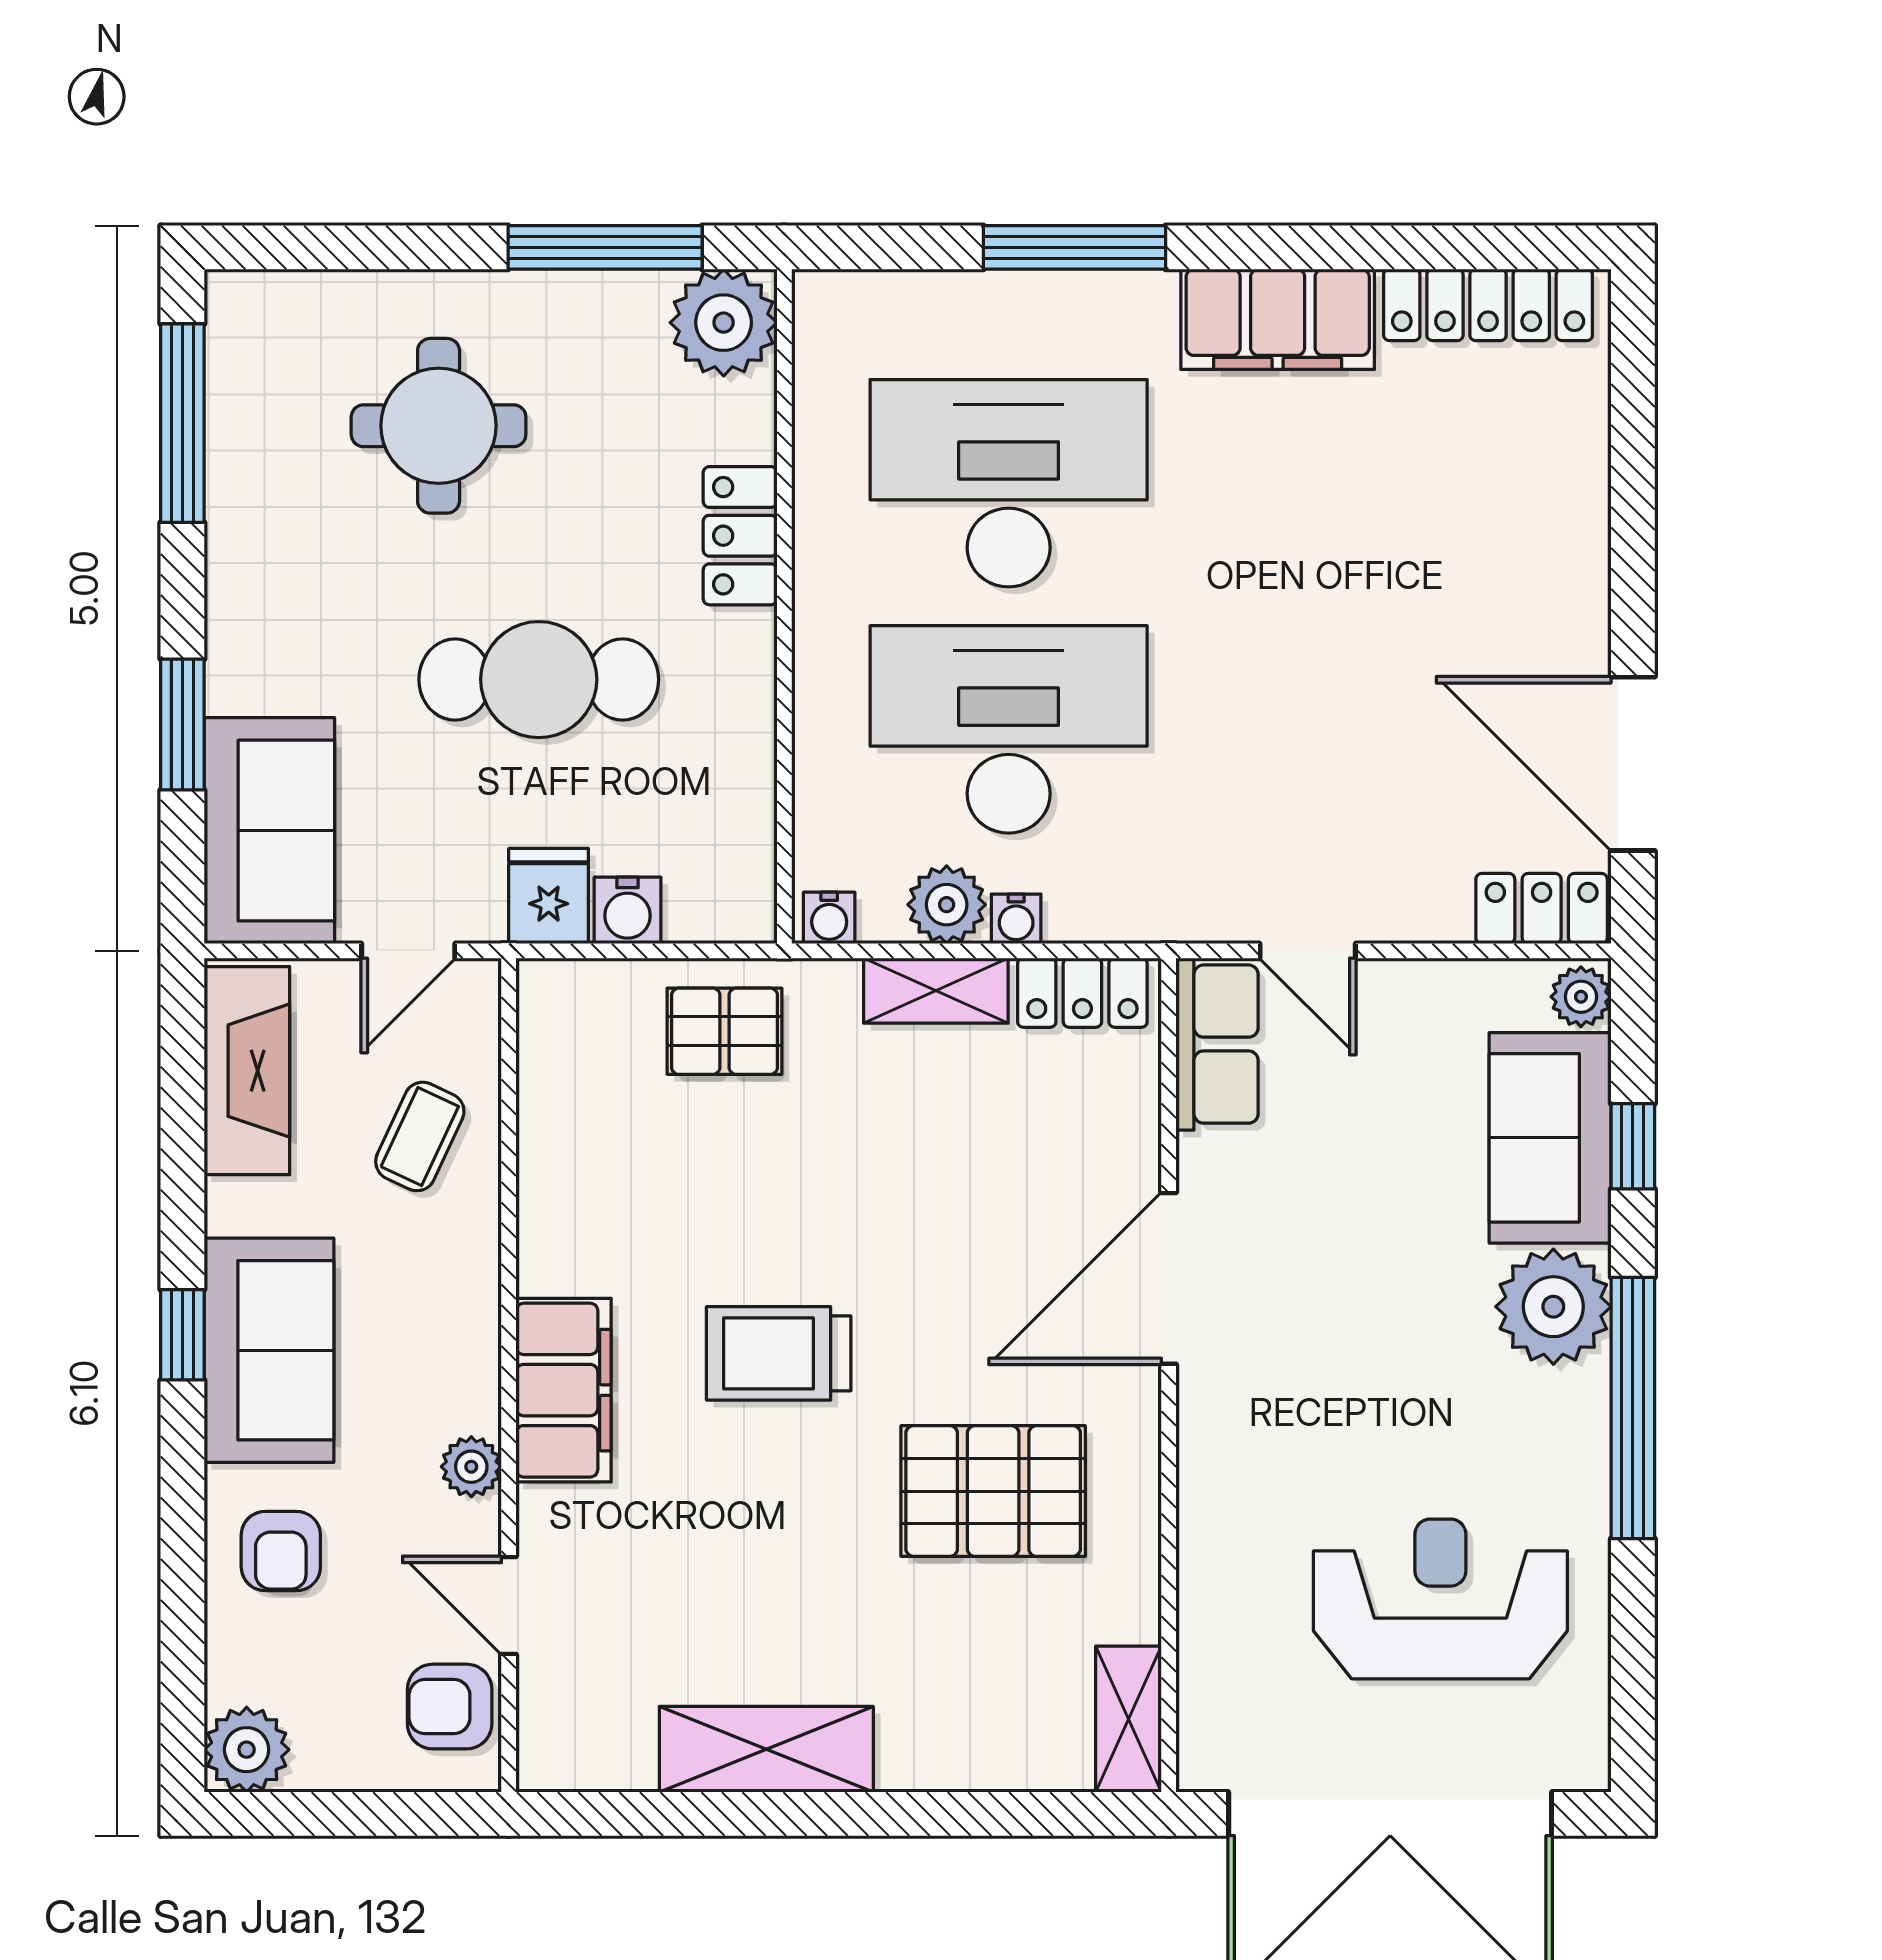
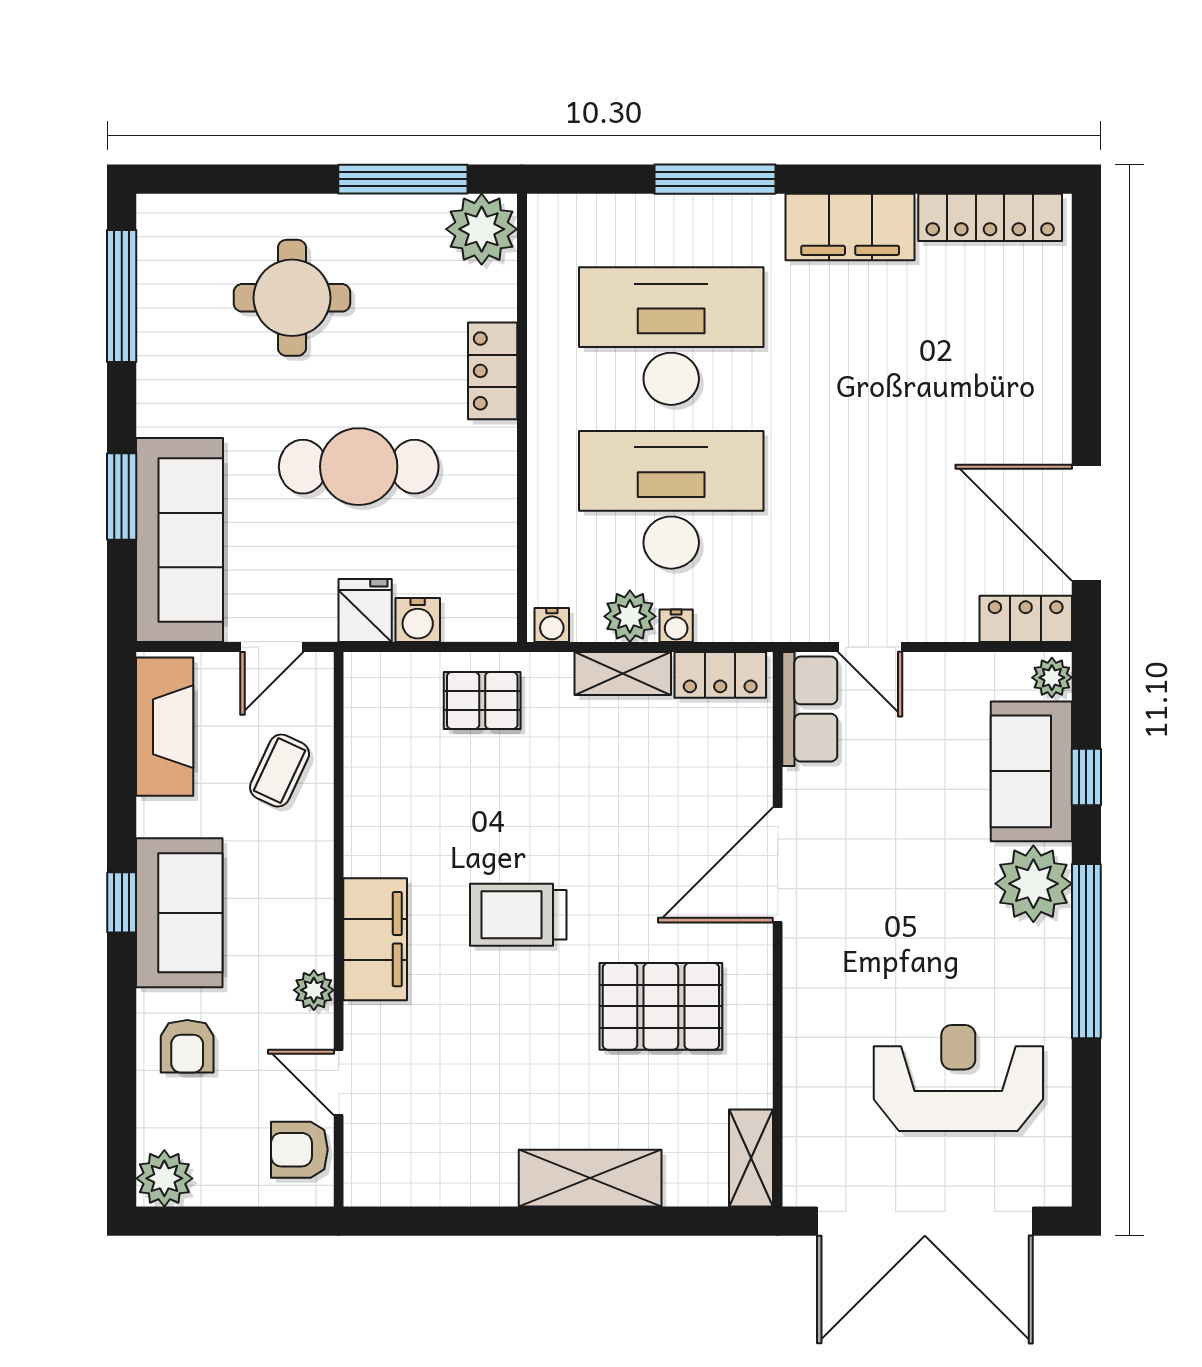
sofa: (269, 831) -> (179, 540), width x1.36
shelving: (766, 1749) -> (590, 1178), moved

